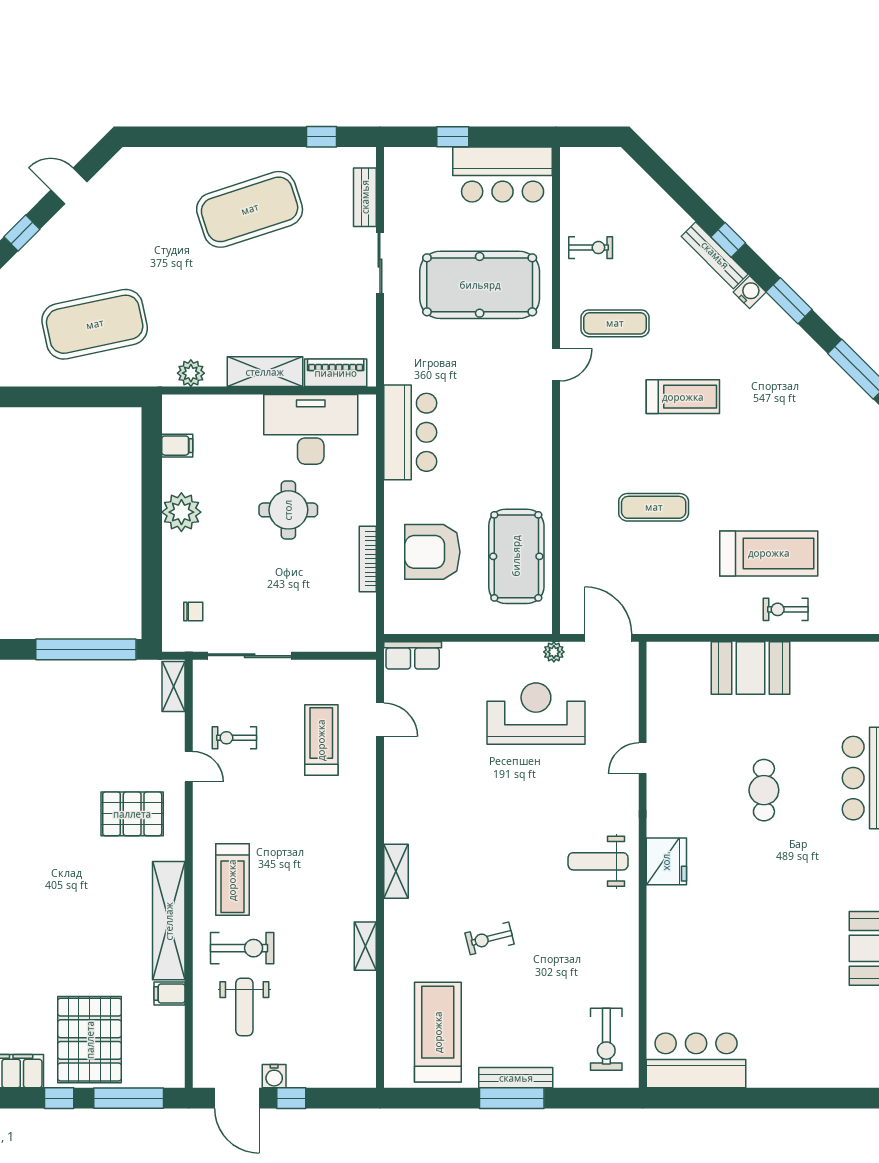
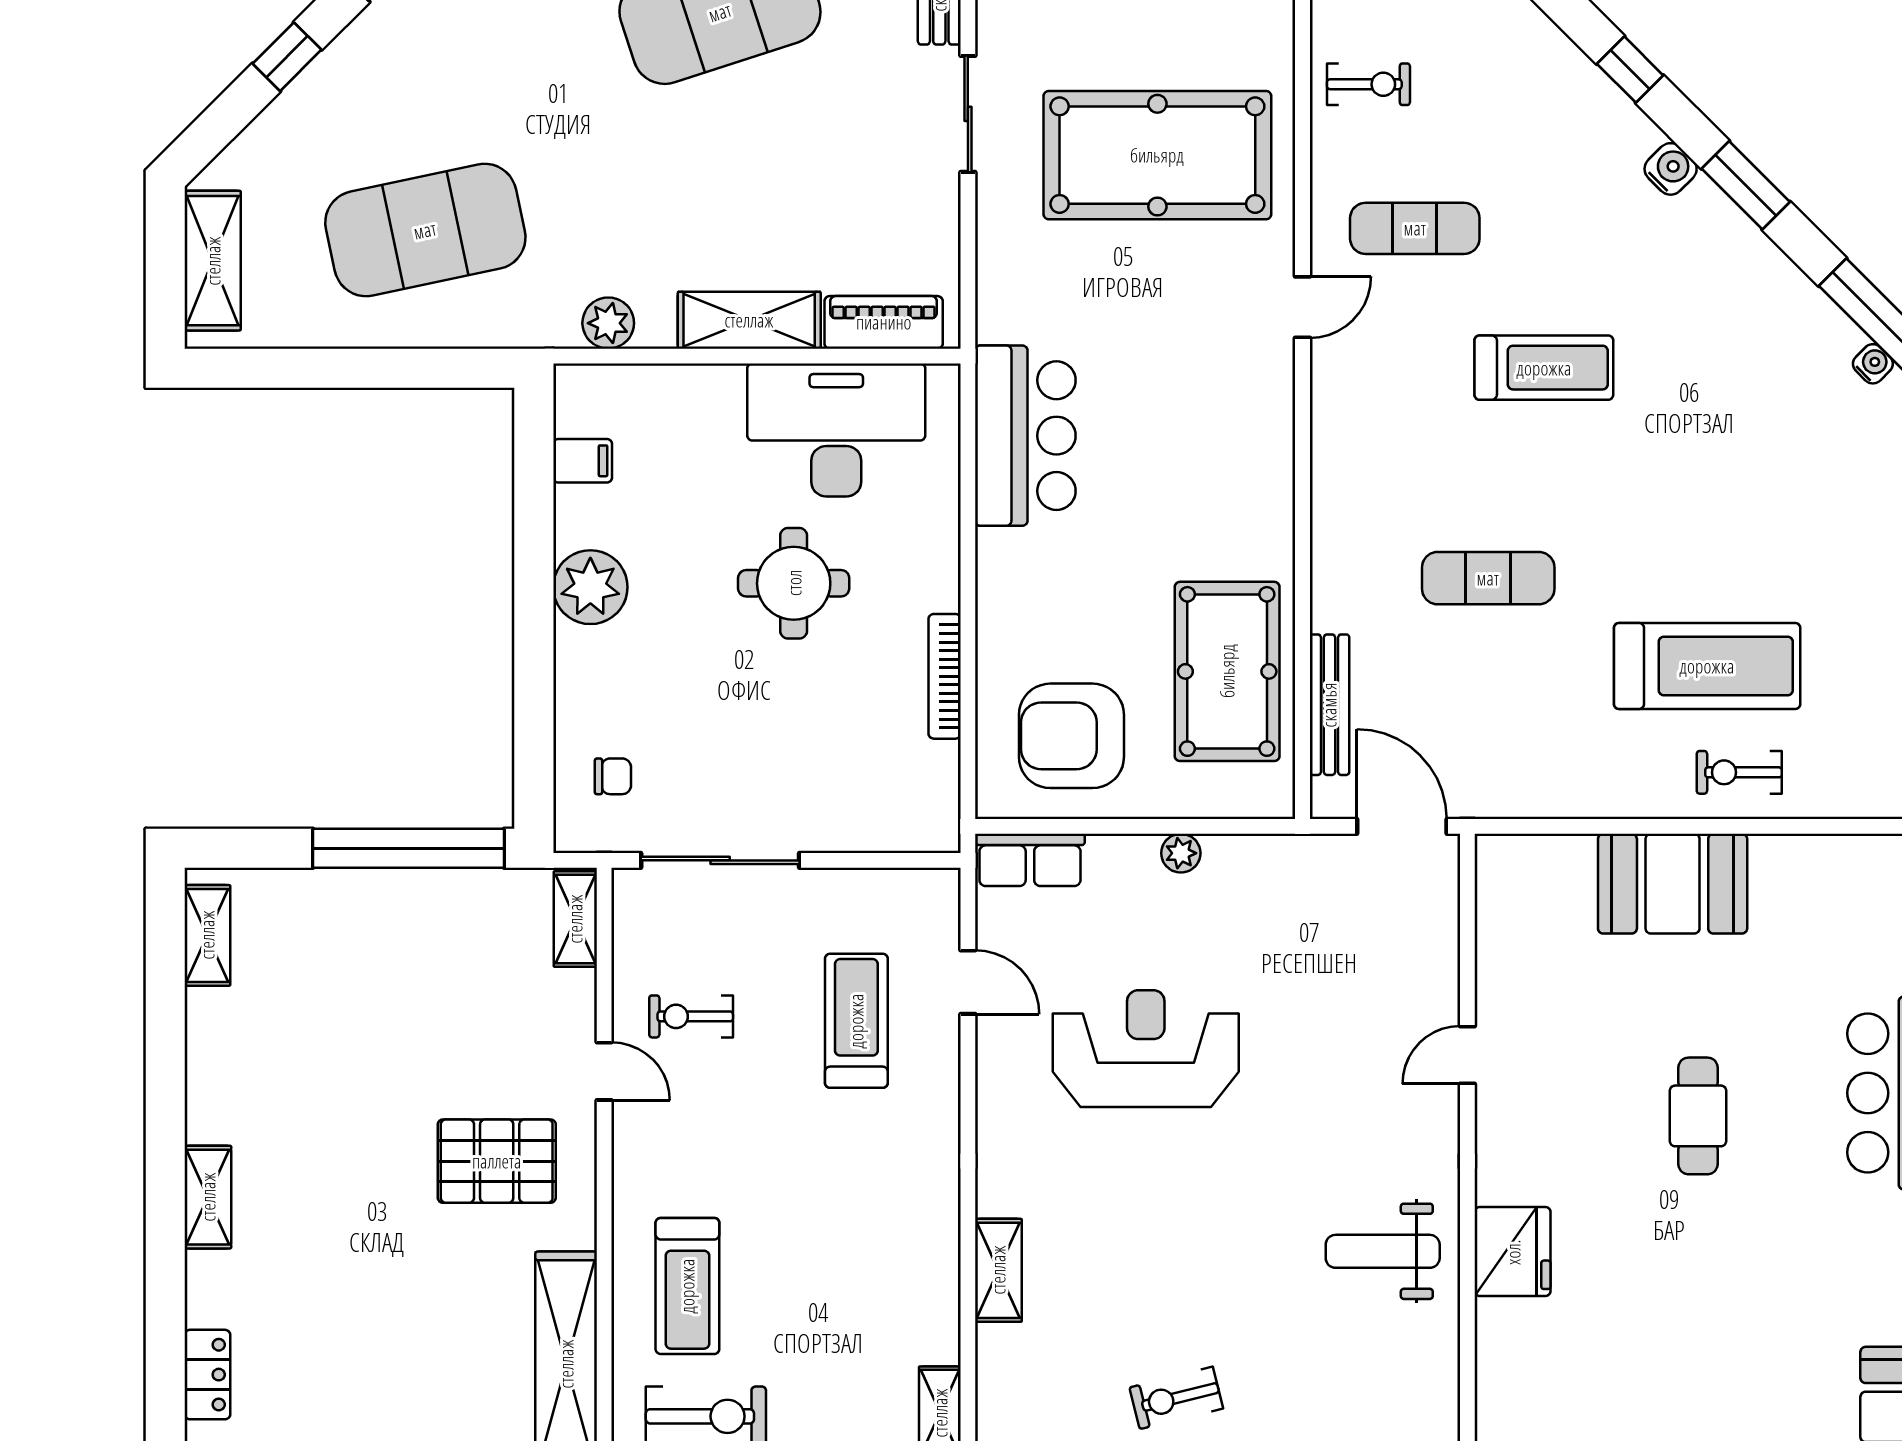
bench: (715, 255) -> (1329, 705), moved, turned 45
water cooler: (856, 395) -> (1873, 364), added
armchair: (432, 552) -> (1071, 736), moved
plant: (554, 652) -> (1181, 853), moved
reception desk: (536, 714) -> (1146, 1049), moved

